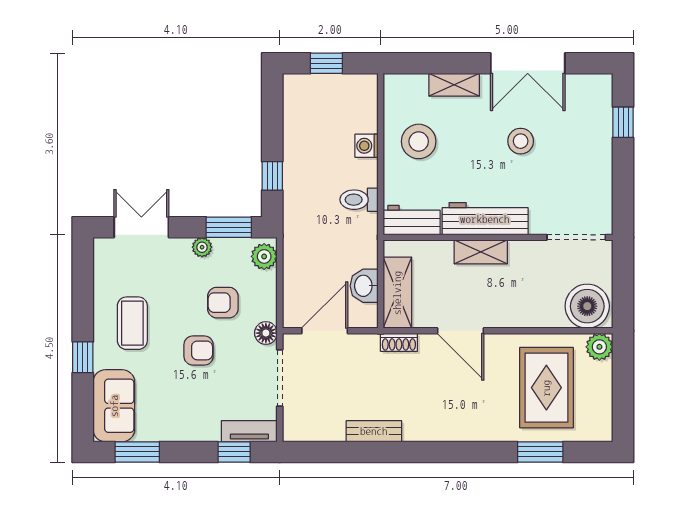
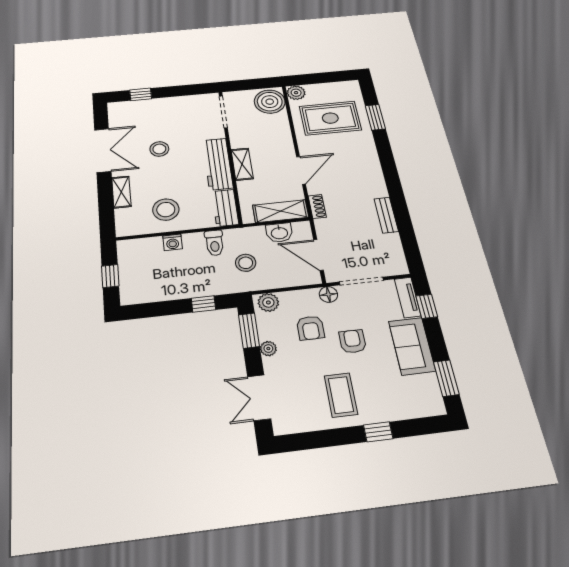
stool: (324, 236) -> (246, 263), added
coffee table: (132, 323) -> (341, 395), turned 90
sofa: (114, 406) -> (412, 346), moved, turned -90

